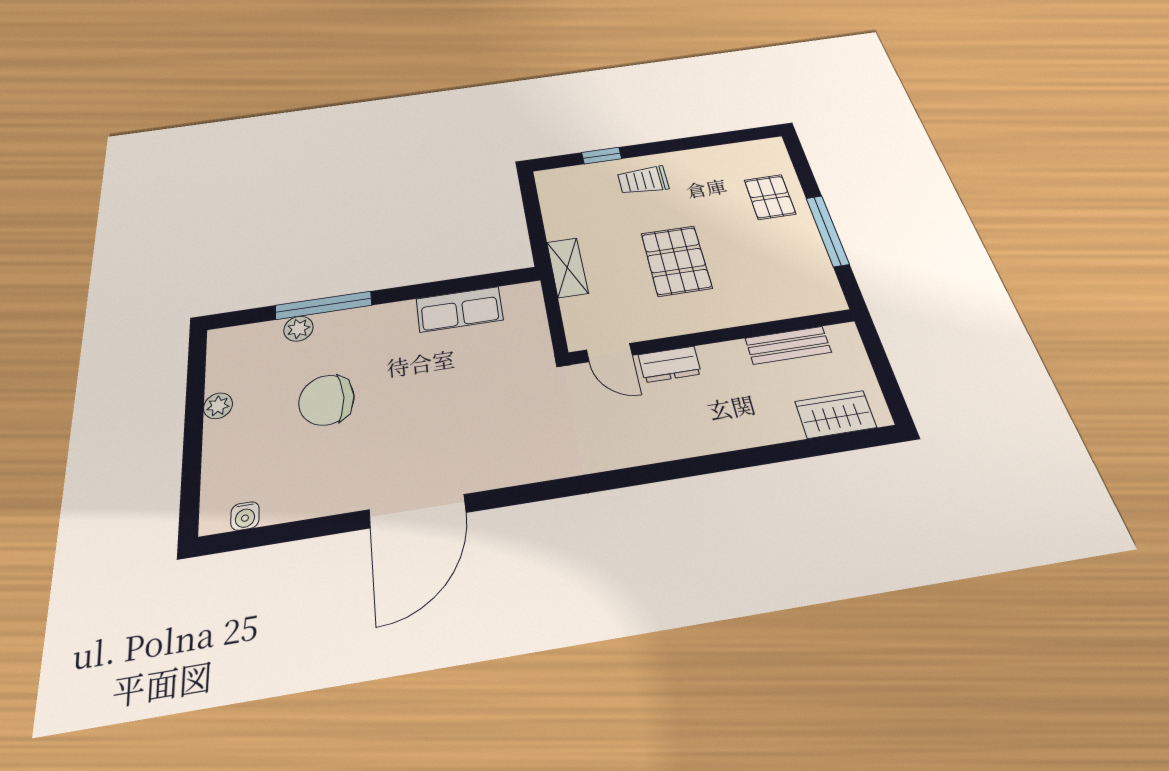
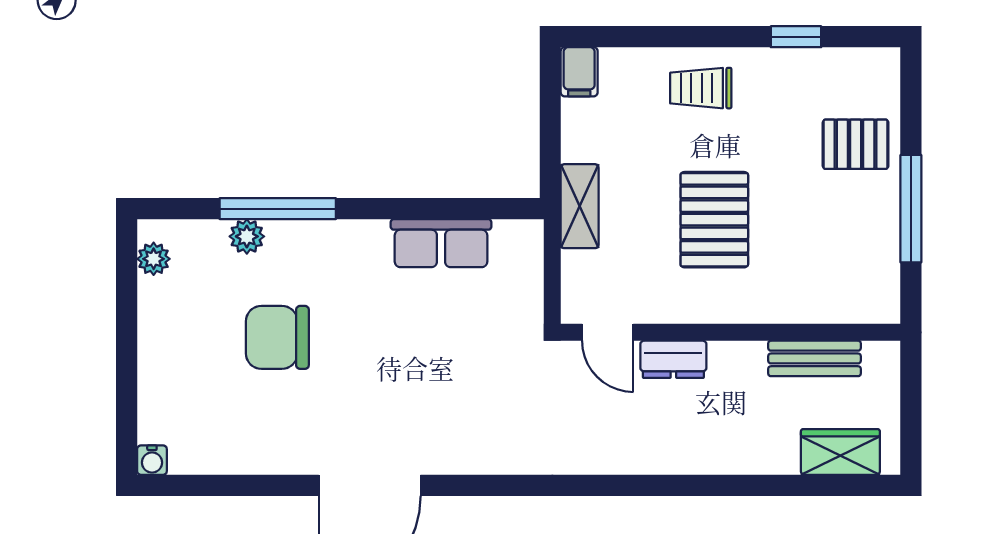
window: (602, 156) -> (796, 37), moved
filing cabinet: (550, 184) -> (579, 72), added
pallet: (770, 197) -> (856, 144), turned 90
plant: (218, 406) -> (154, 259), moved
water cooler: (245, 516) -> (152, 460), moved

